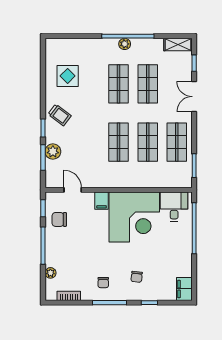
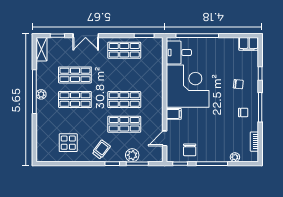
shop shelf: (148, 142) -> (124, 124), moved

